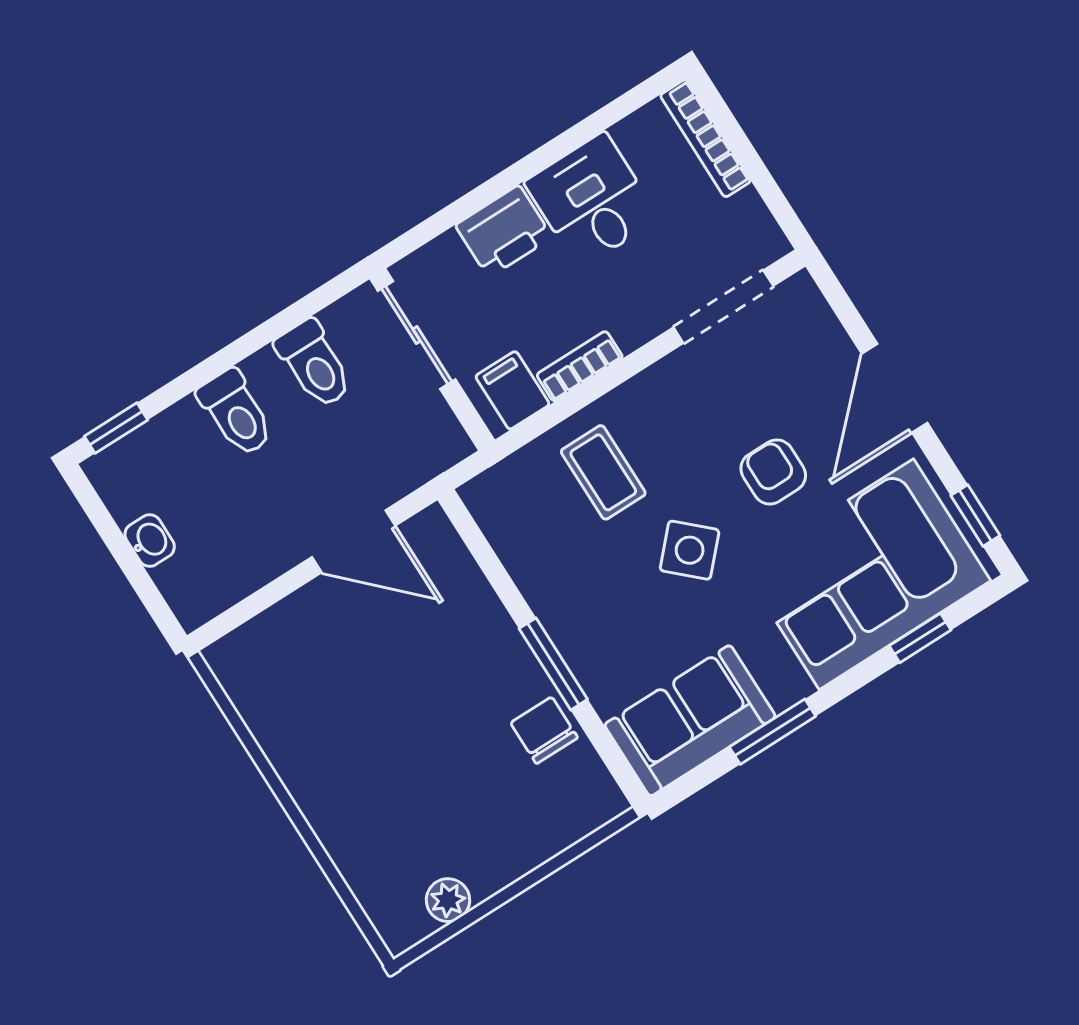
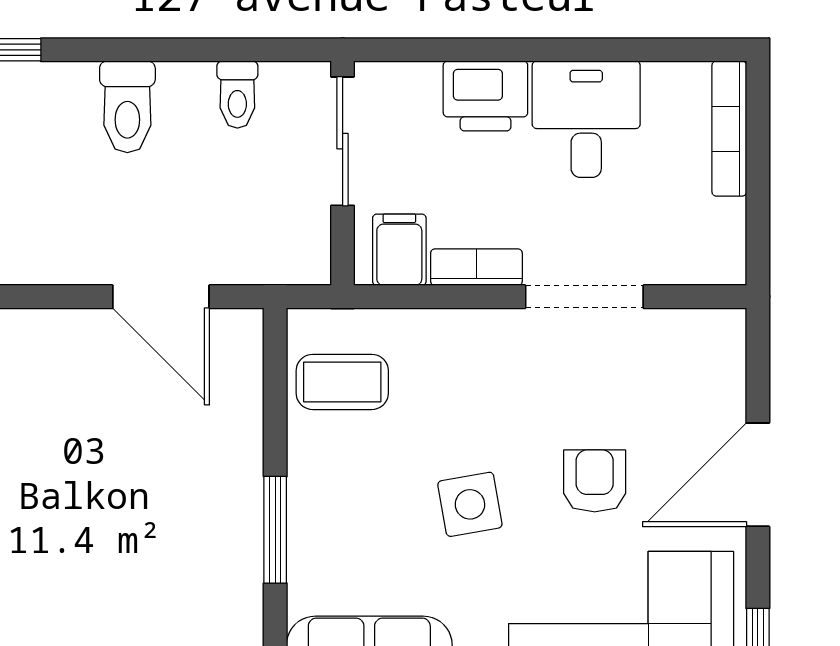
doorway: (723, 307) -> (584, 297), moved
toilet: (314, 364) -> (237, 95), width x0.73, depth x0.72
coffee table: (603, 472) -> (342, 382), moved, turned 90
side table: (690, 550) -> (470, 504), turned 37
chair: (544, 730) -> (227, 586), removed

